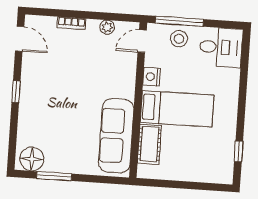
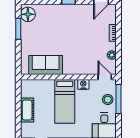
sofa: (116, 136) -> (46, 65), width x0.73
cot: (149, 144) -> (27, 110), moved, turned 90

